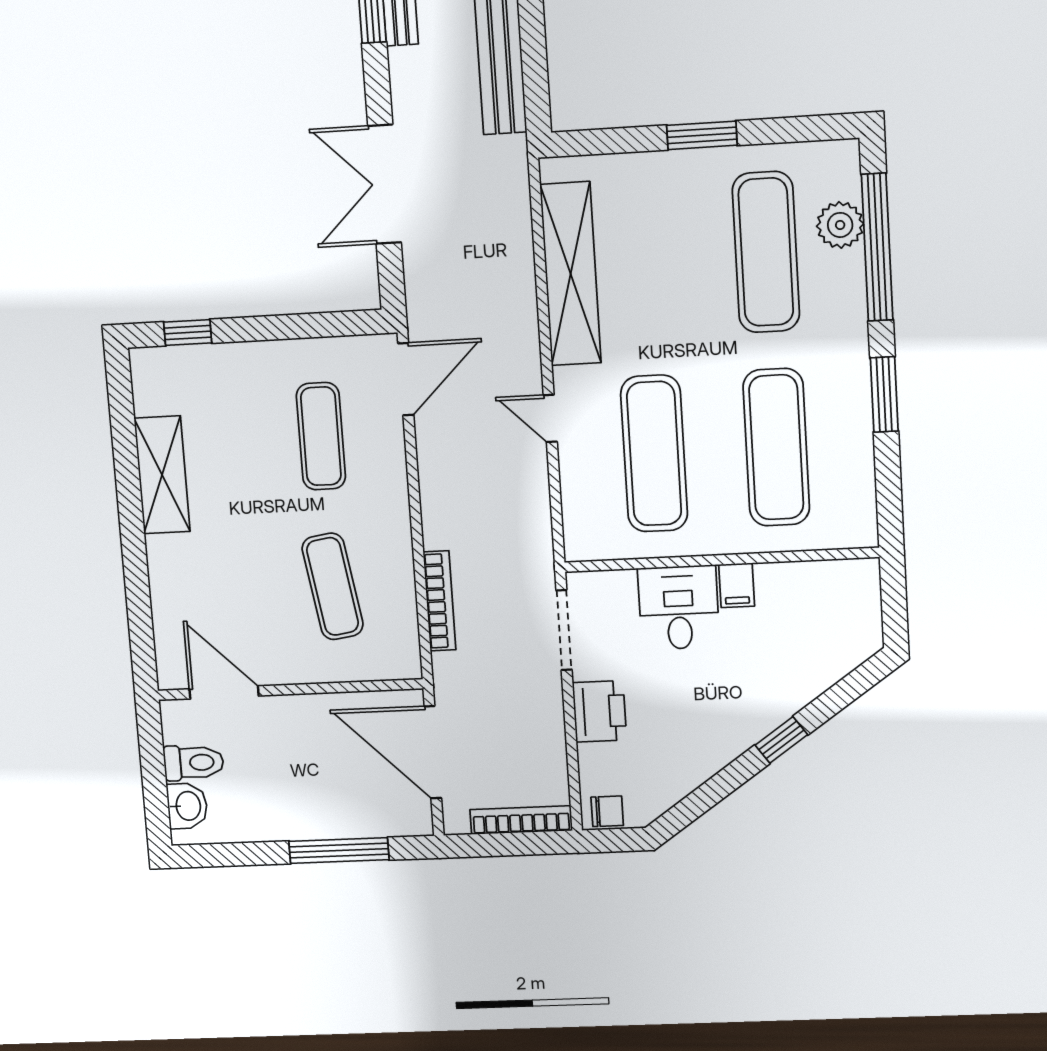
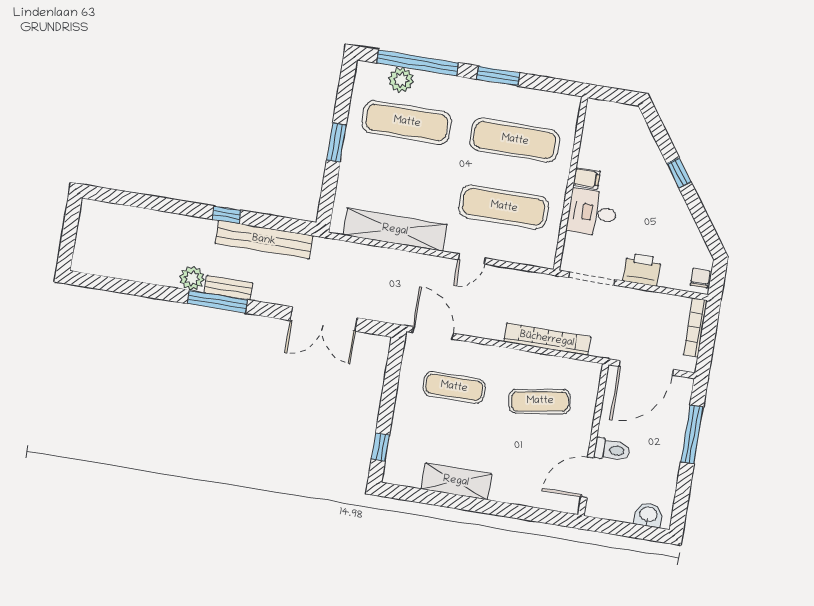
bookcase: (439, 601) -> (547, 339), width x1.48, depth x1.31
toilet: (194, 763) -> (612, 450), moved, turned 90

